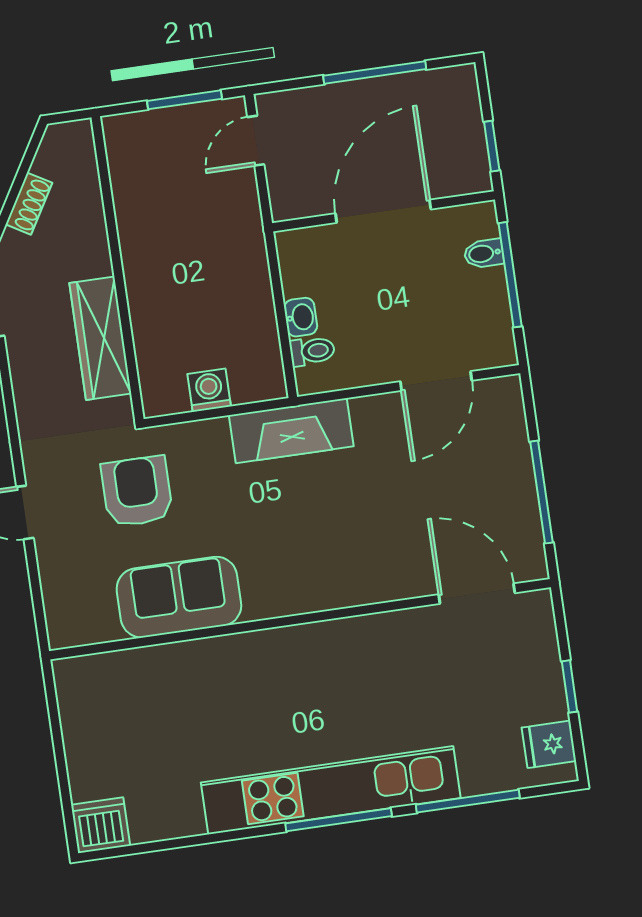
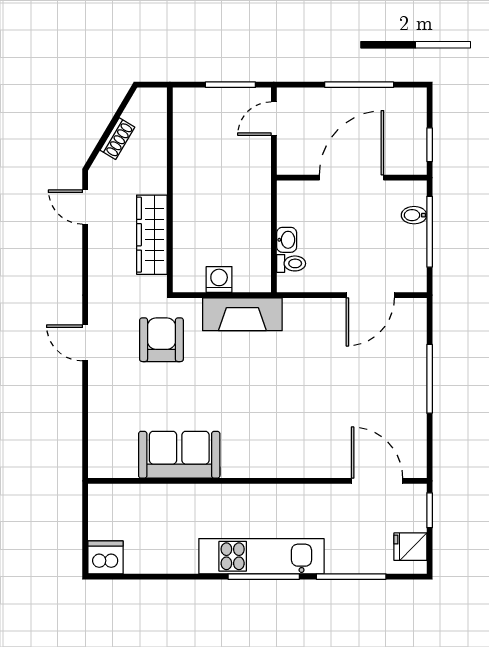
fireplace: (291, 431) -> (242, 314), moved
door: (477, 594) -> (377, 481), moved
sofa: (179, 597) -> (179, 455), moved
wall: (300, 619) -> (257, 481), moved
kitchen unit: (331, 790) -> (261, 556), width x0.73

